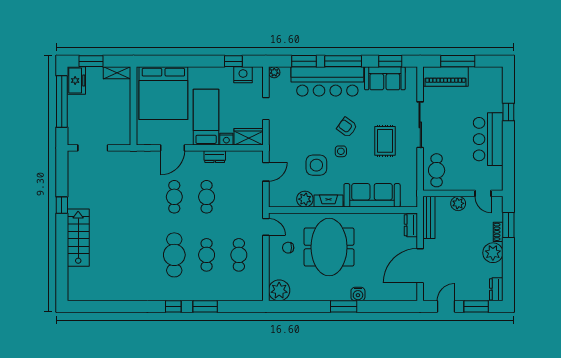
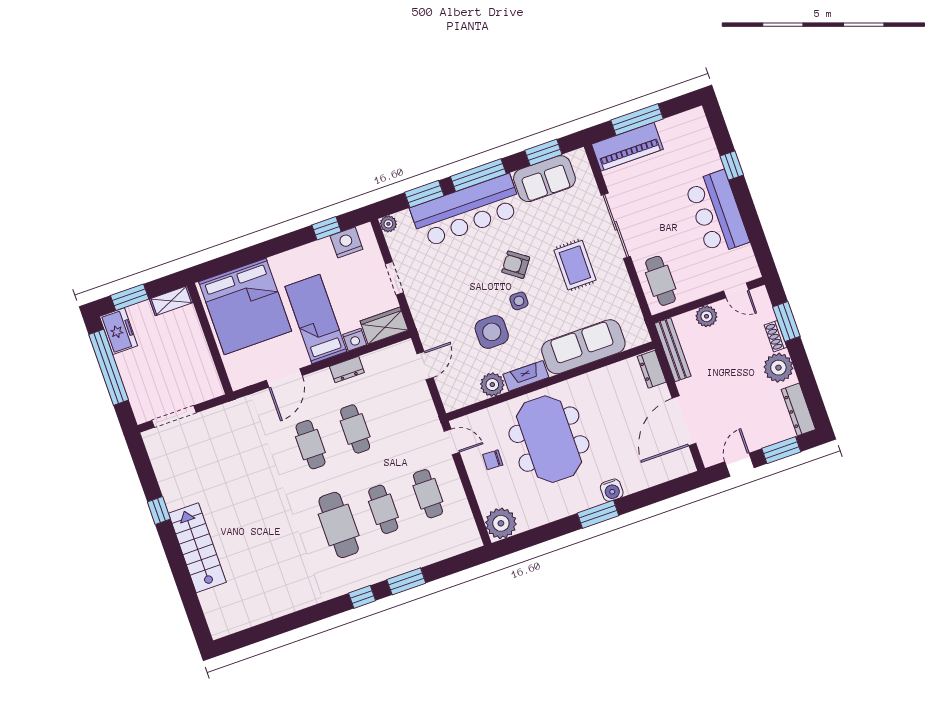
dresser: (496, 289) -> (798, 409), width x1.44

